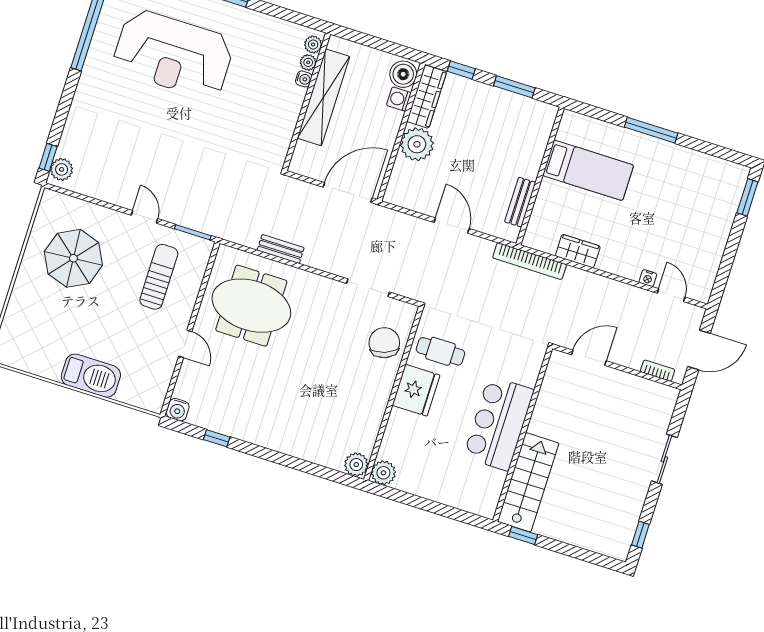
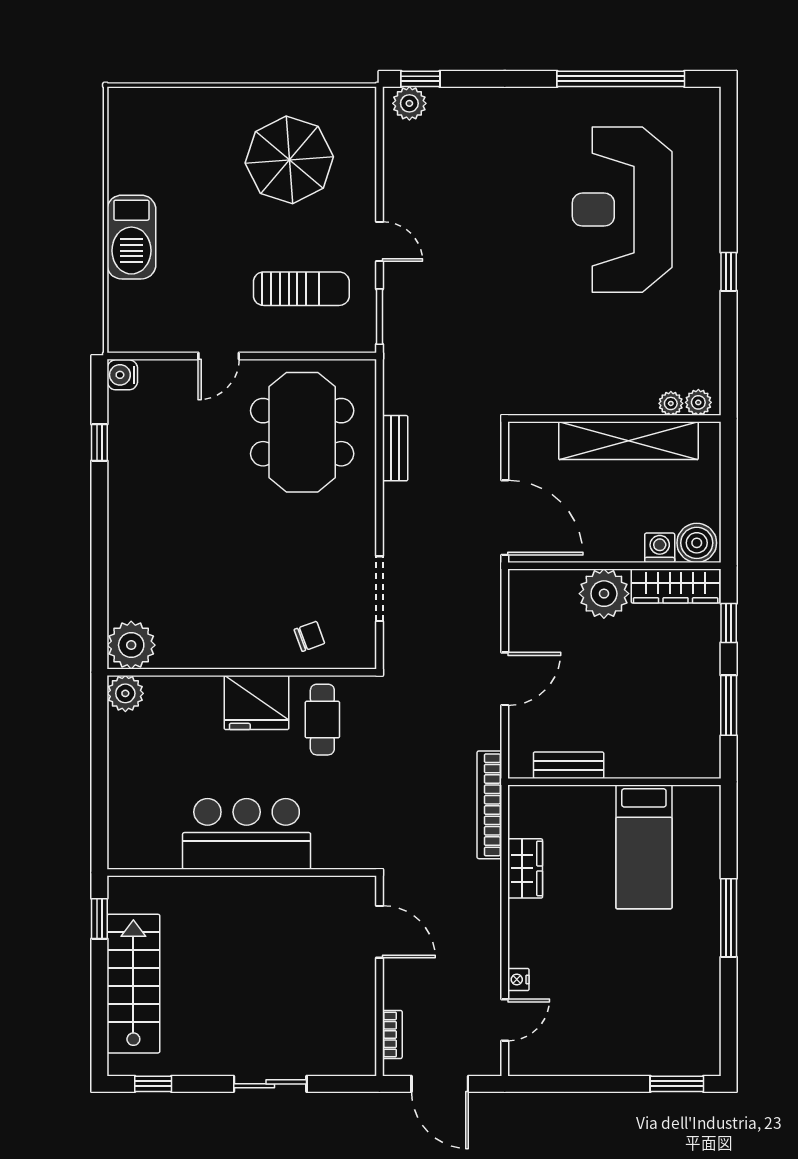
water cooler: (304, 79) -> (645, 405), removed
door: (144, 217) -> (380, 242), hinge flipped
chair: (384, 343) -> (309, 636), width x0.54, depth x0.54
plant: (356, 465) -> (131, 645), width x1.36, depth x1.36
stairs: (528, 482) -> (133, 984), moved, turned -90

